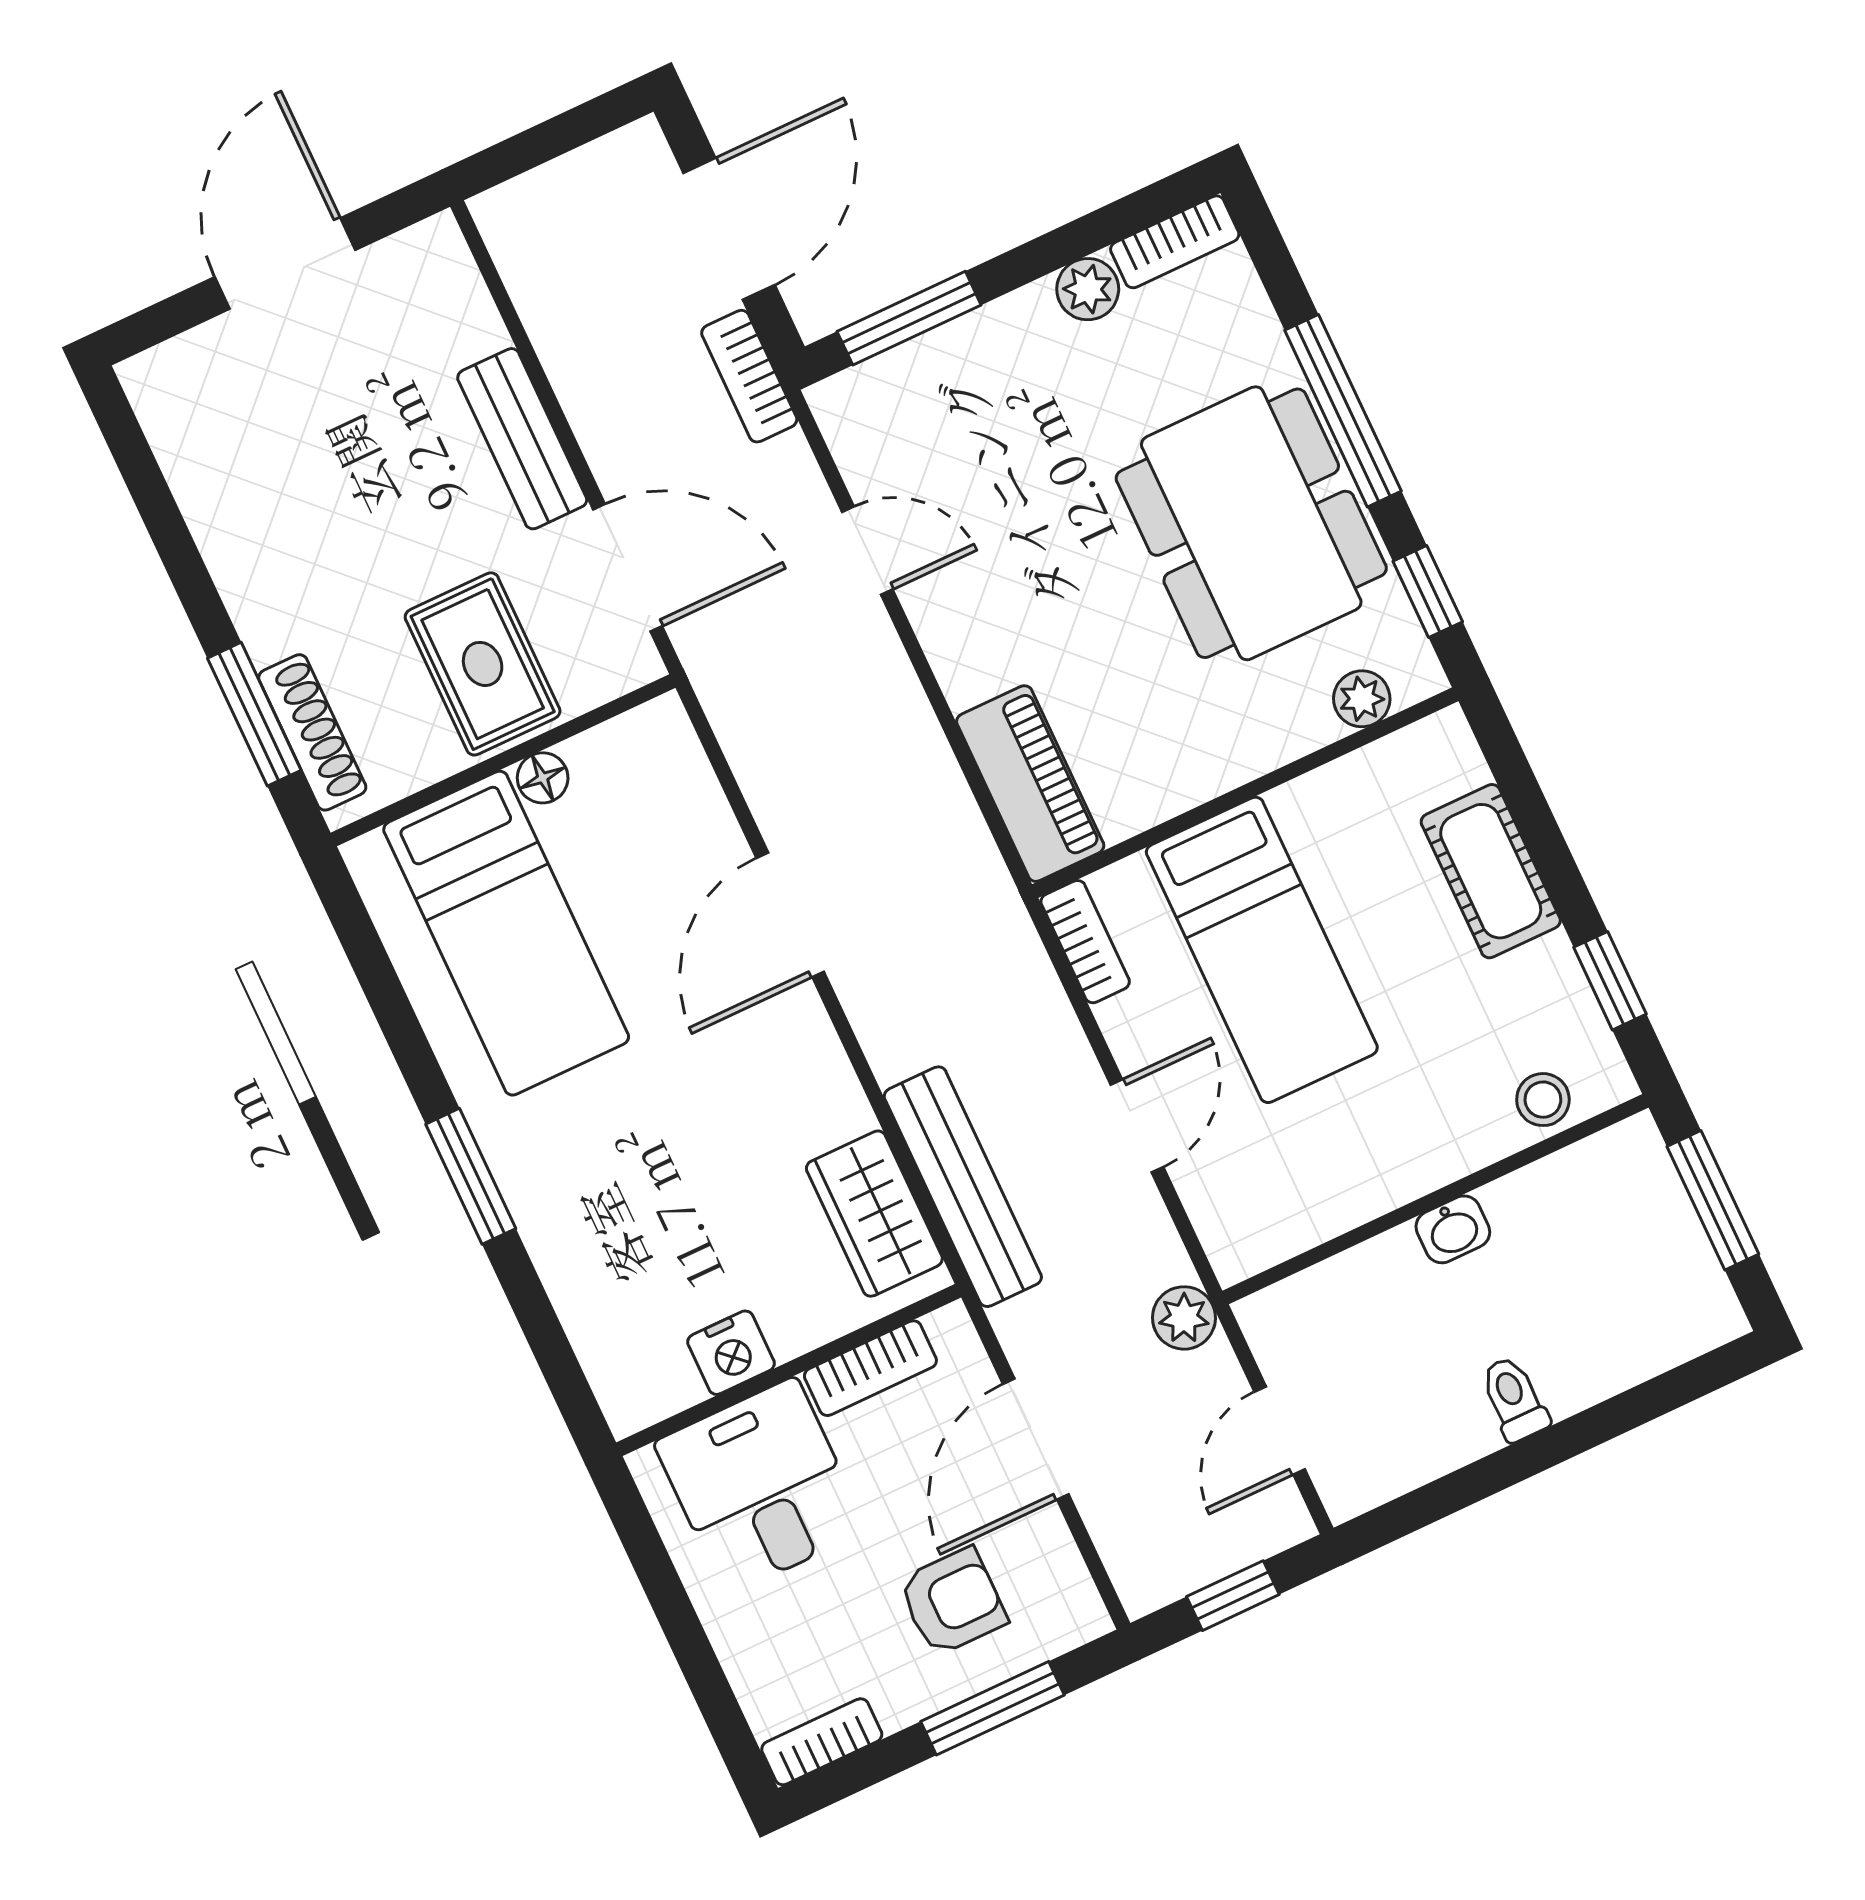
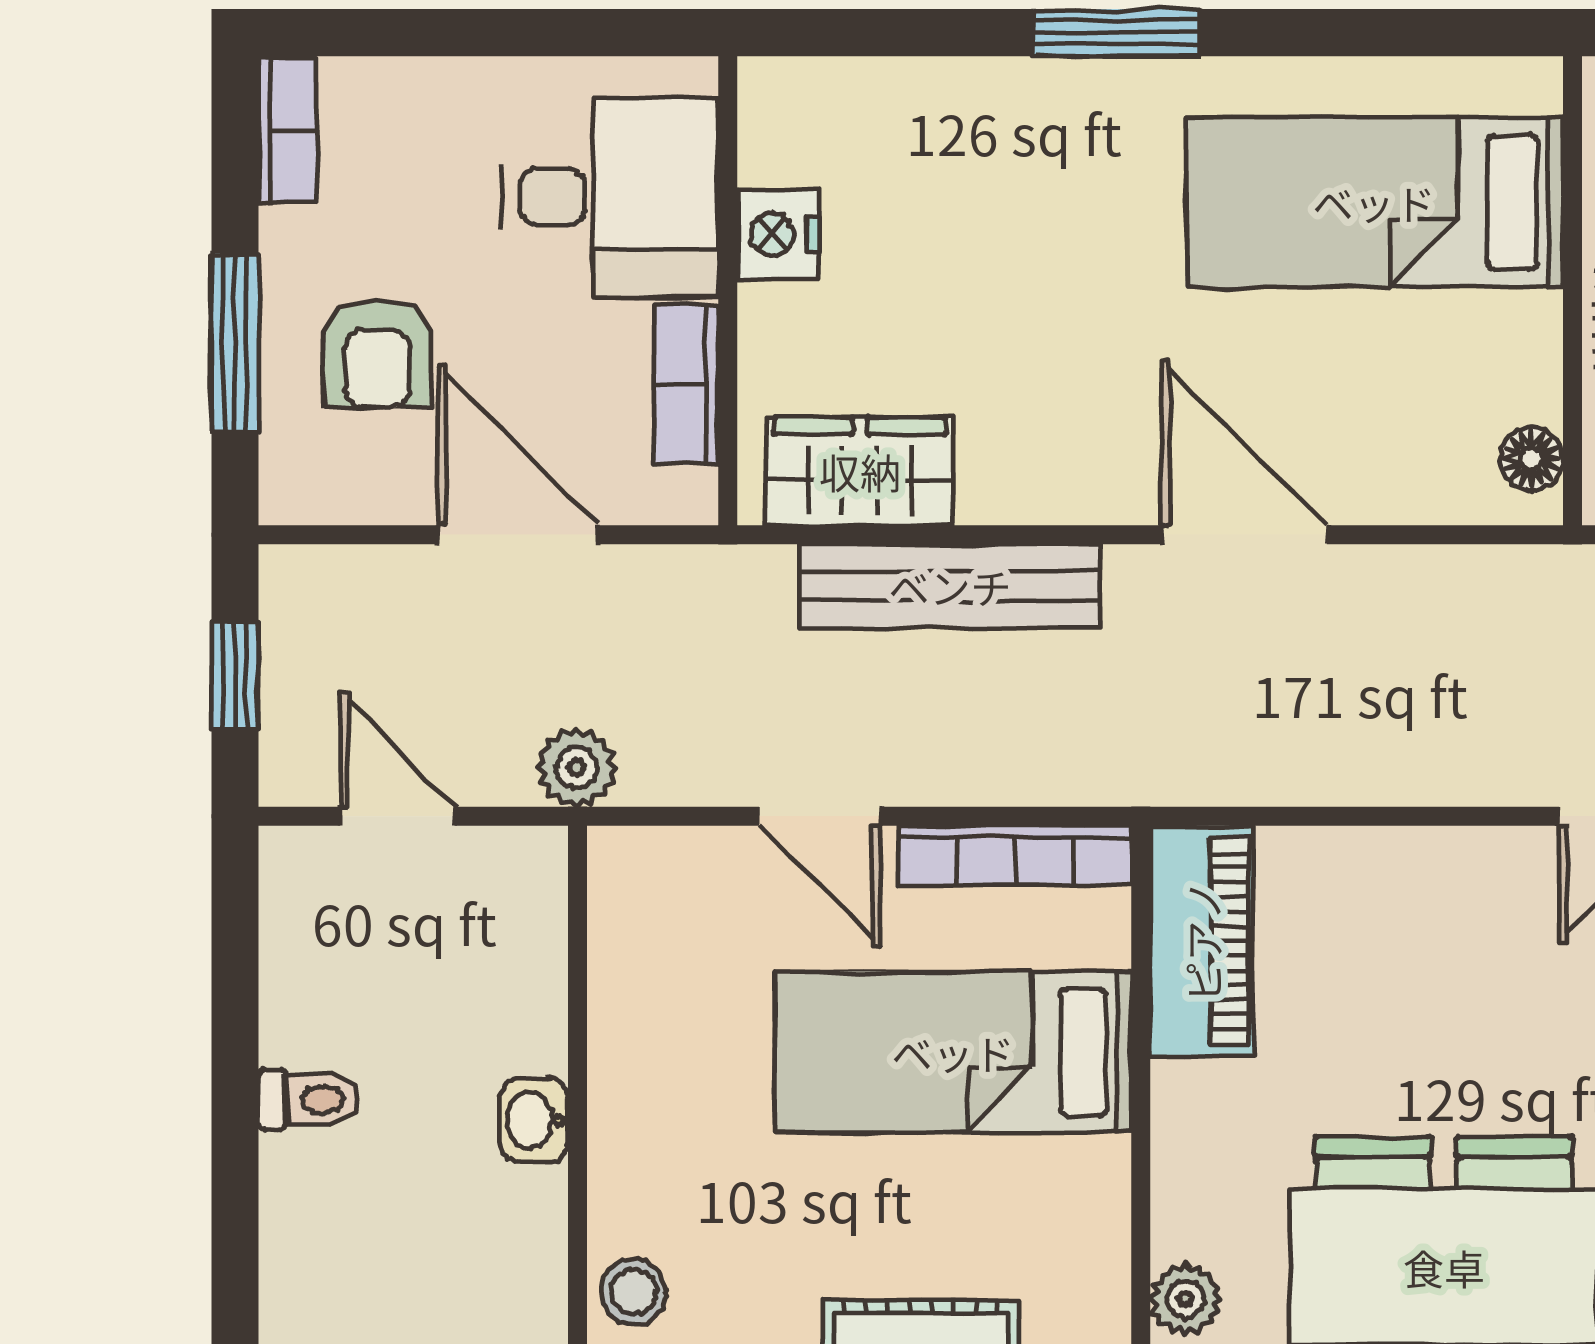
floor lamp: (543, 778) -> (1531, 459), moved
piano: (1030, 784) -> (1202, 941), moved, turned -90
bookcase: (1085, 942) -> (1015, 856), width x1.56
bench: (963, 1187) -> (950, 586), moved

